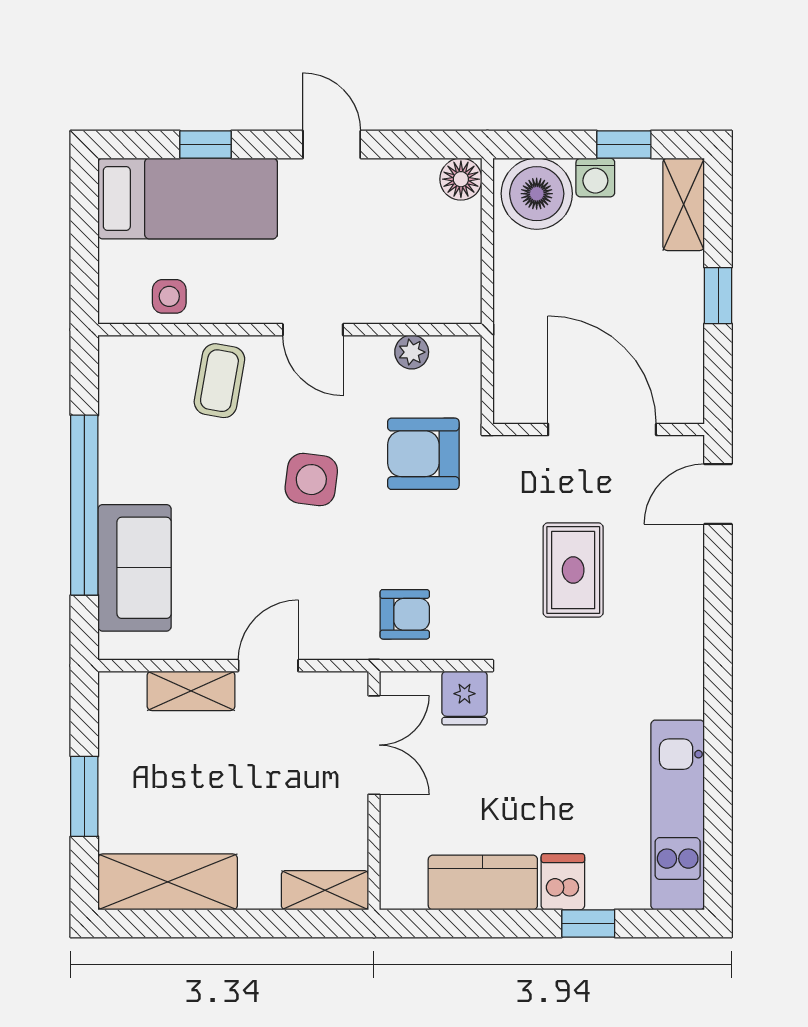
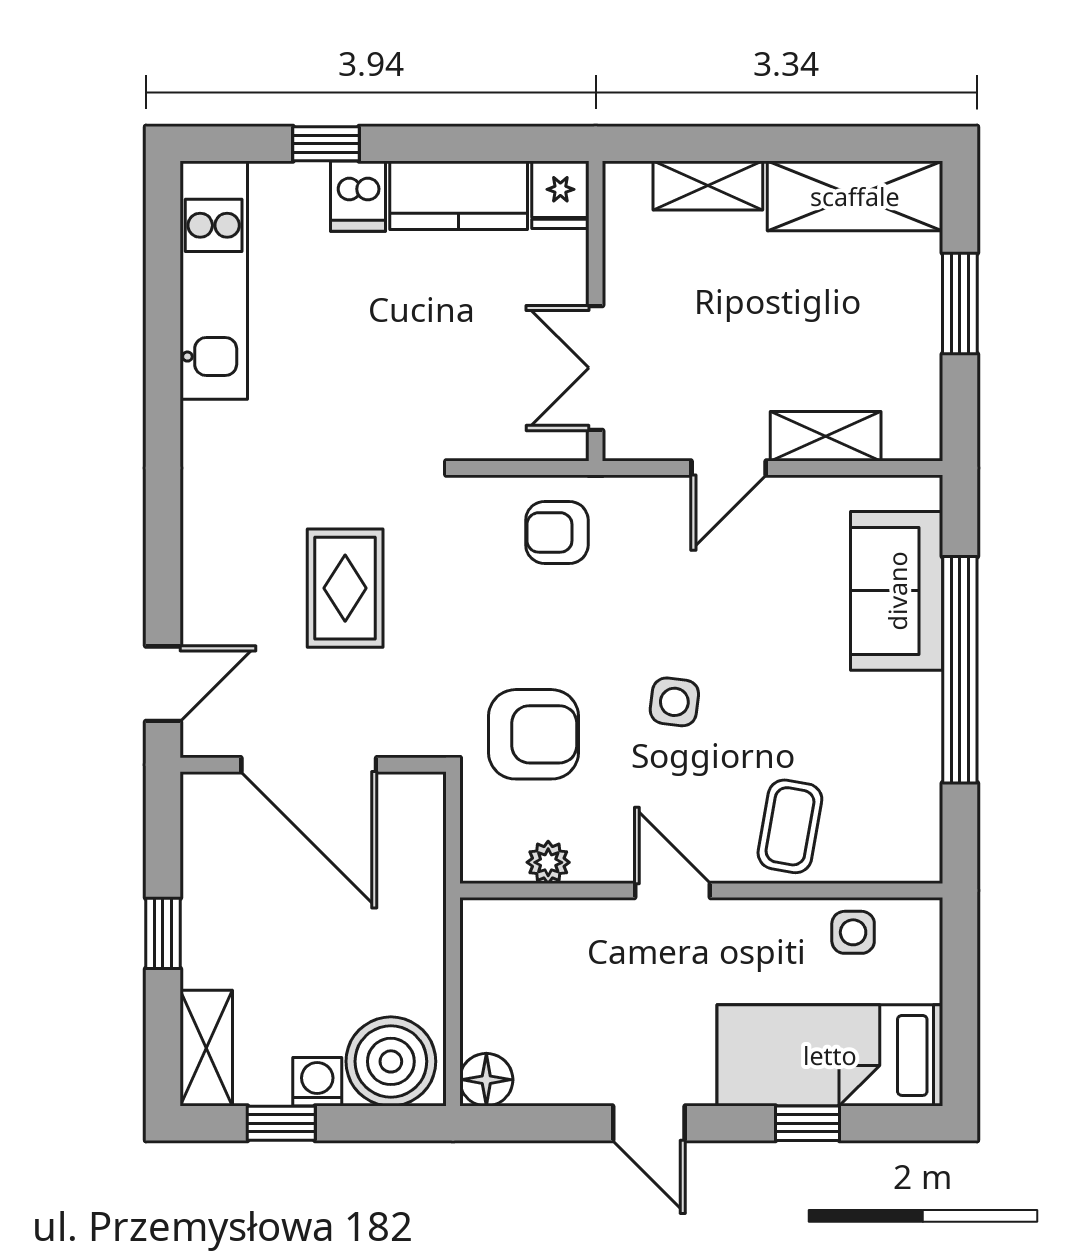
side table: (311, 480) -> (674, 702), width x0.73, depth x0.73
fridge: (465, 698) -> (560, 195), moved, turned 180
shelving: (325, 890) -> (708, 186), moved

